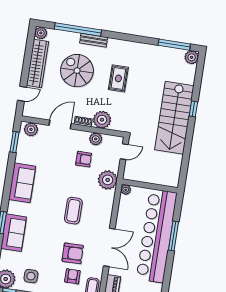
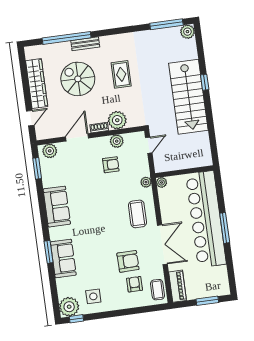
plant: (41, 33) -> (31, 52), removed
plant: (108, 180) -> (146, 182), width x0.53, depth x0.53
coffee table: (73, 211) -> (137, 214), moved
window: (174, 236) -> (225, 228), moved

